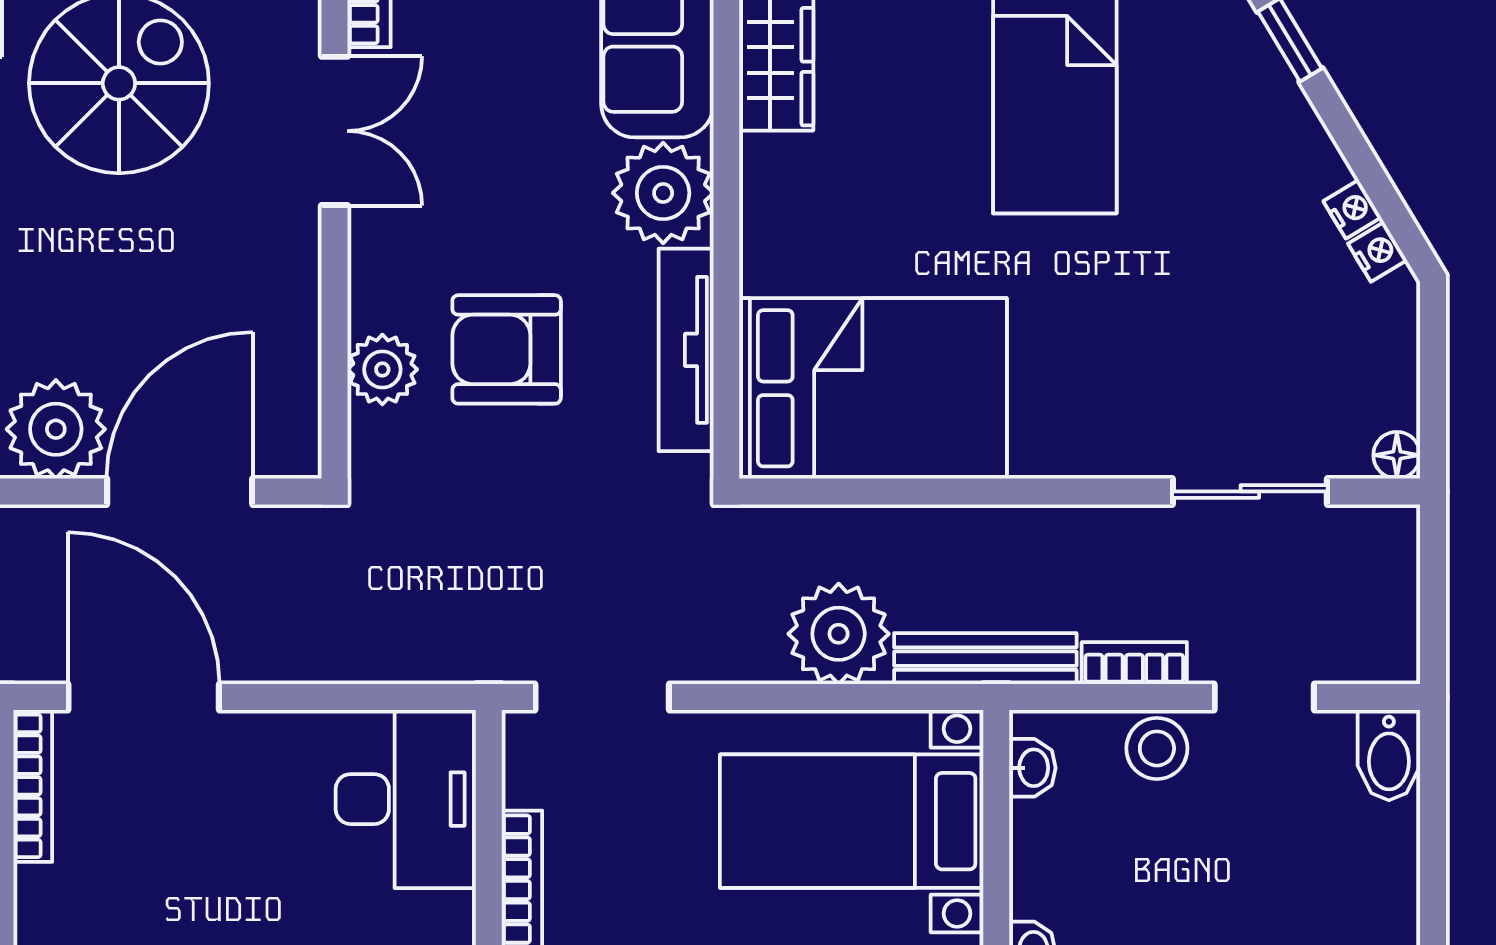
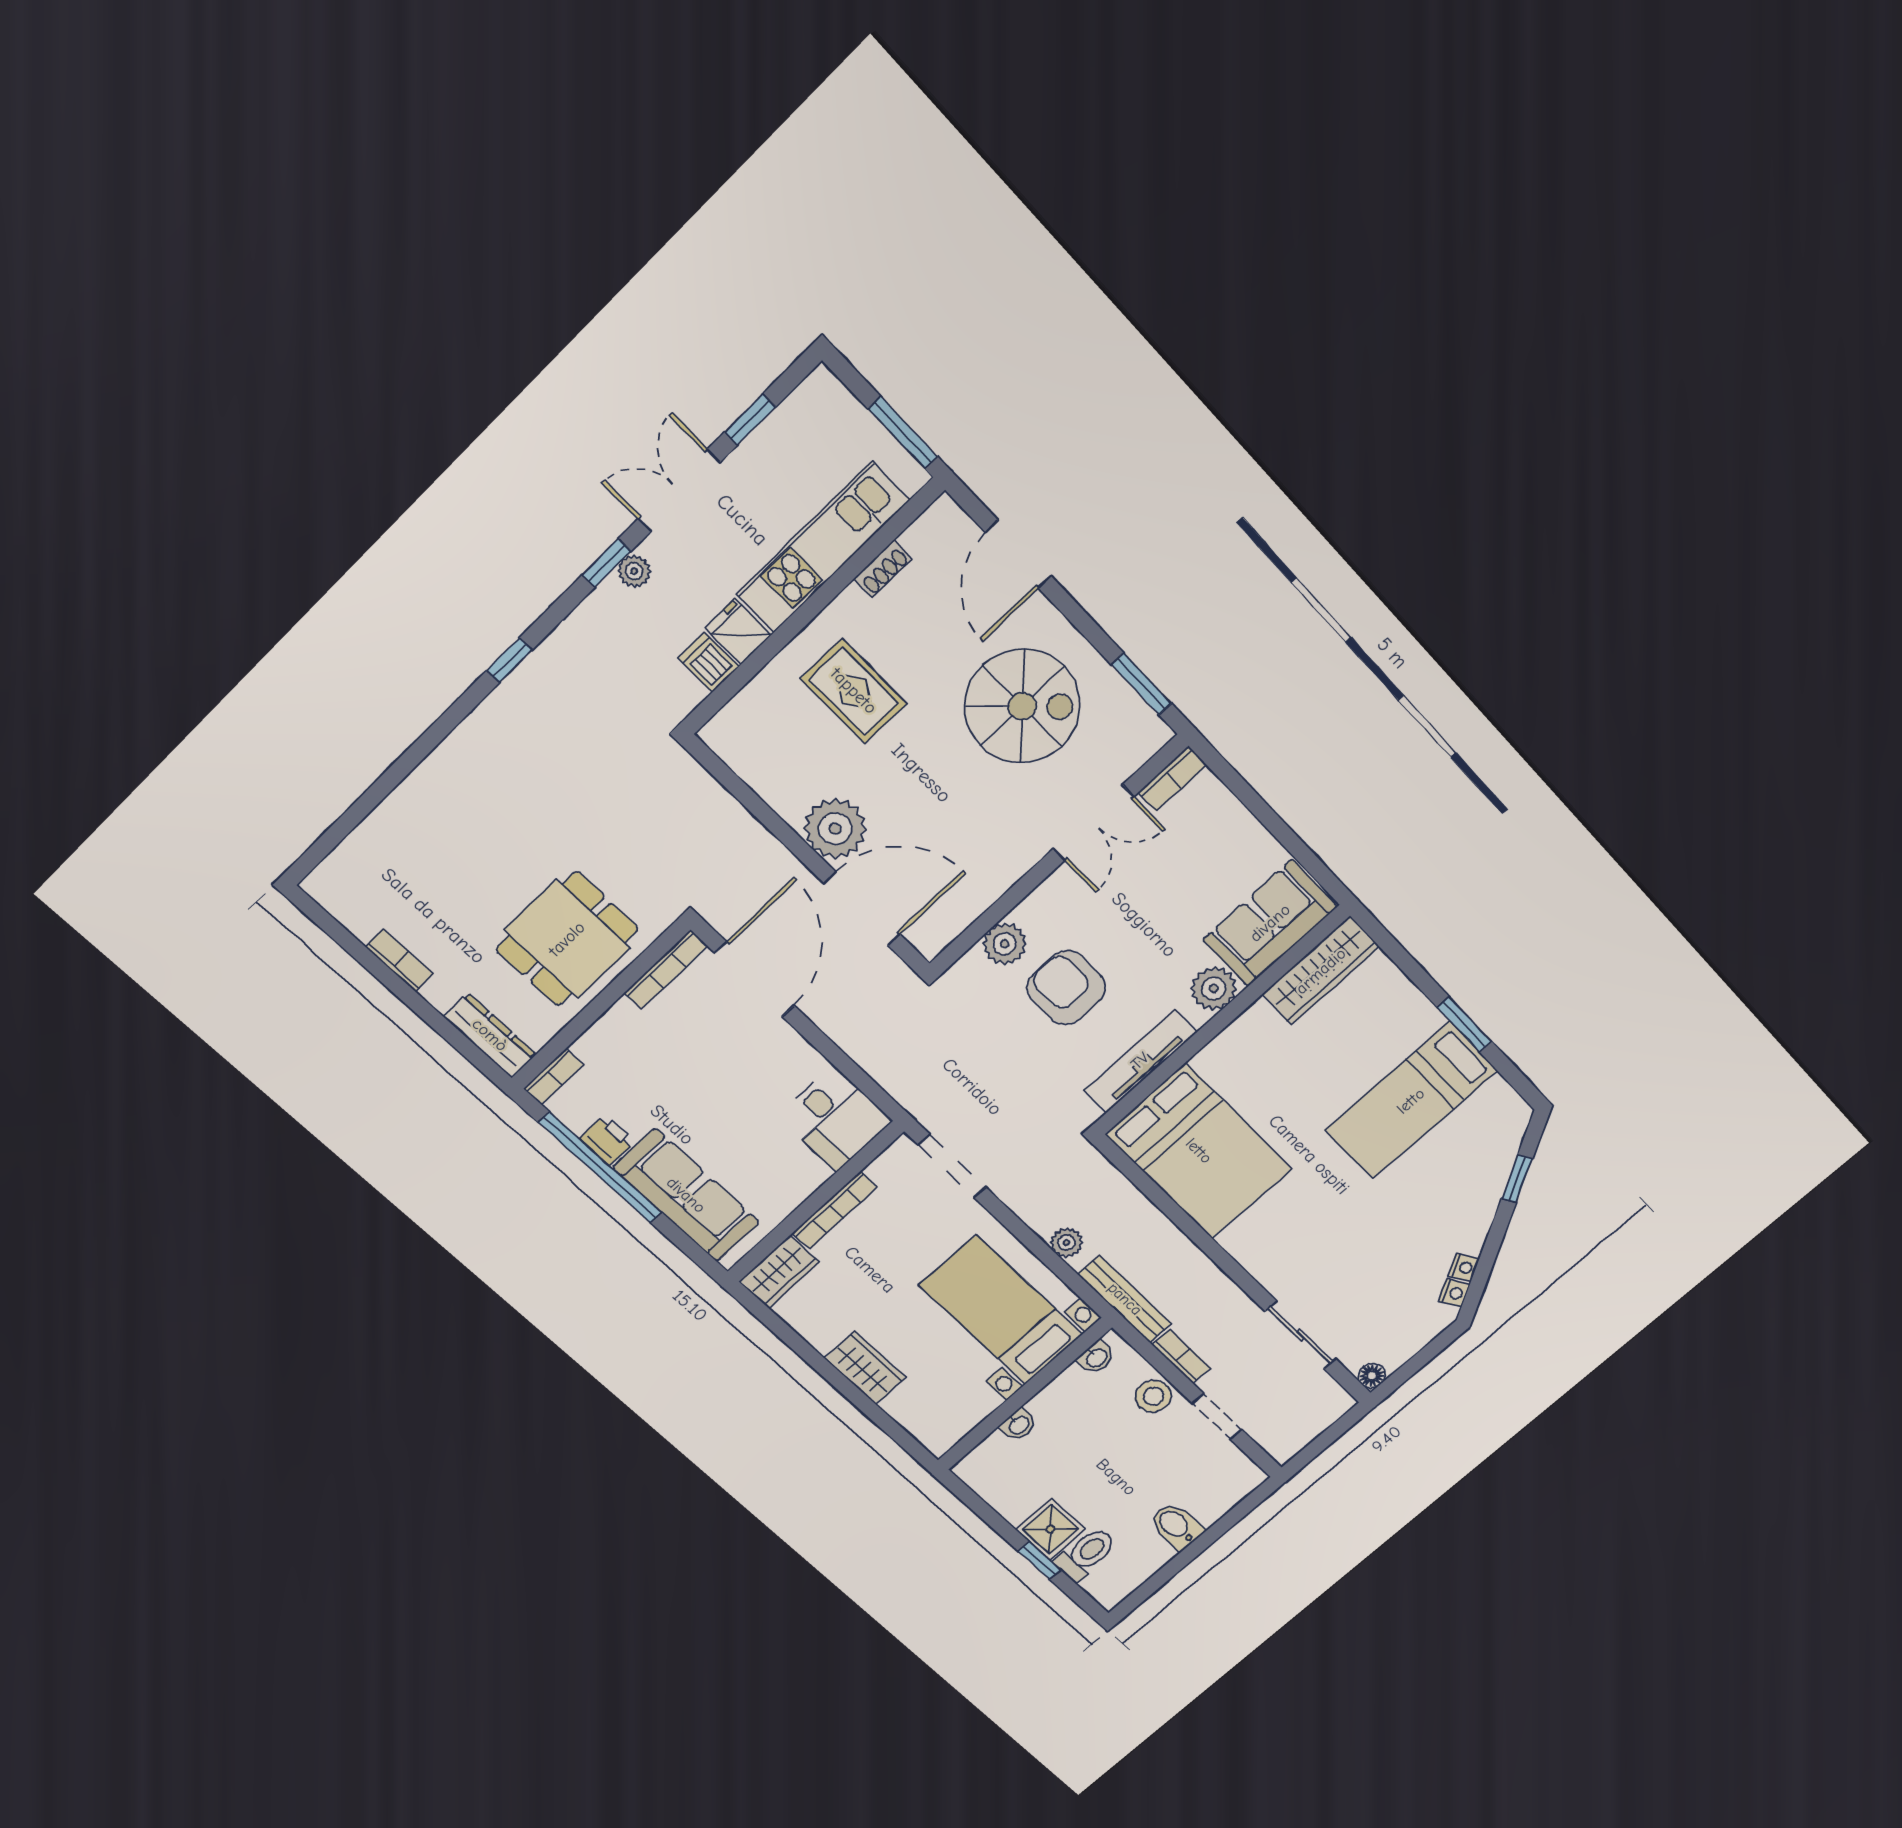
plant: (663, 193) -> (1214, 988), width x0.73, depth x0.73
plant: (839, 634) -> (1067, 1243), width x0.53, depth x0.53
bidet: (1389, 755) -> (1176, 1526), moved, turned 90
desk: (406, 799) -> (835, 1119), width x0.73

